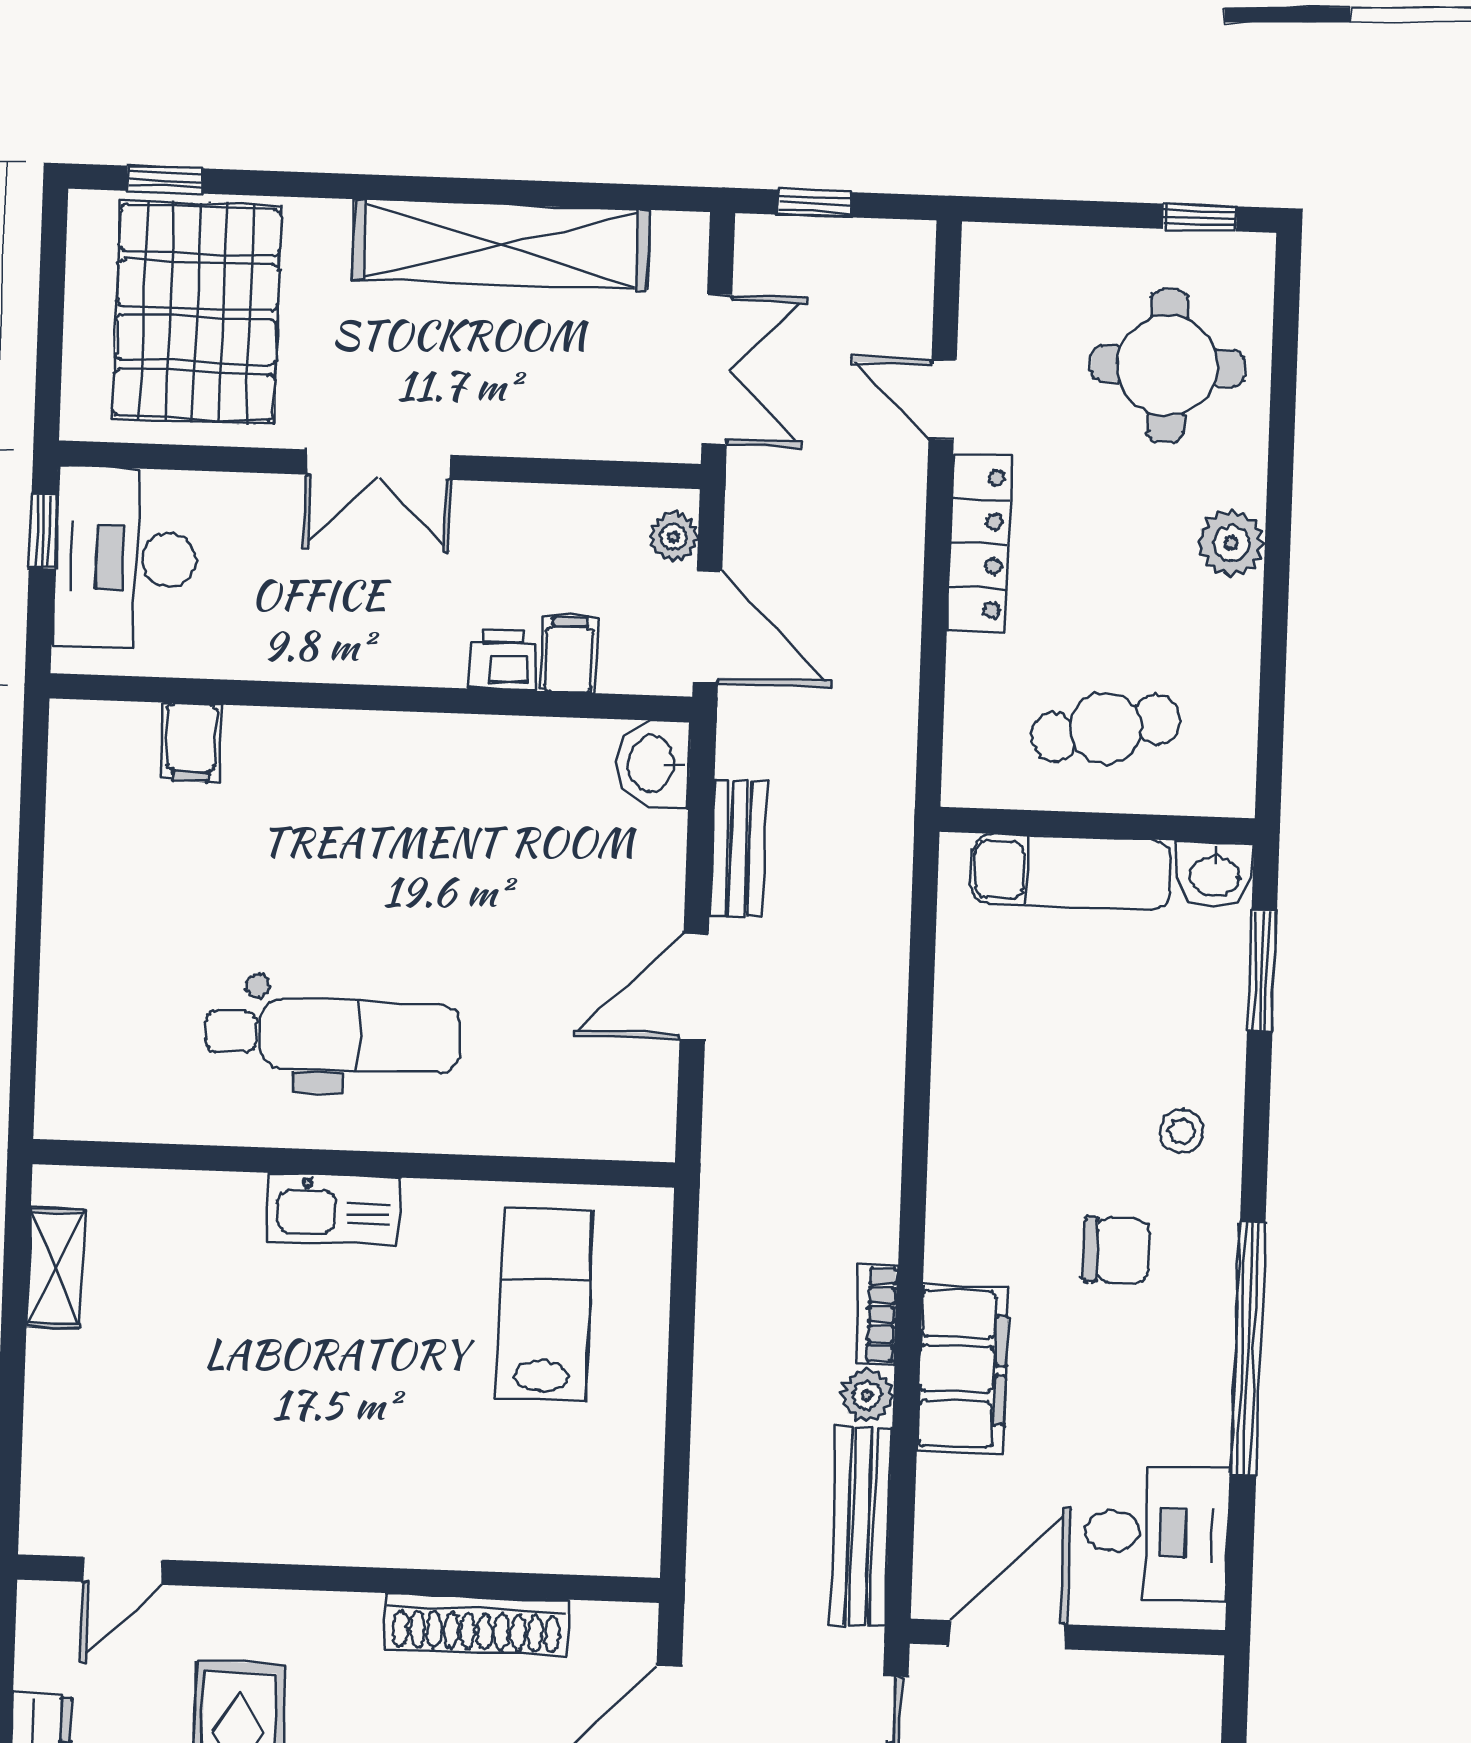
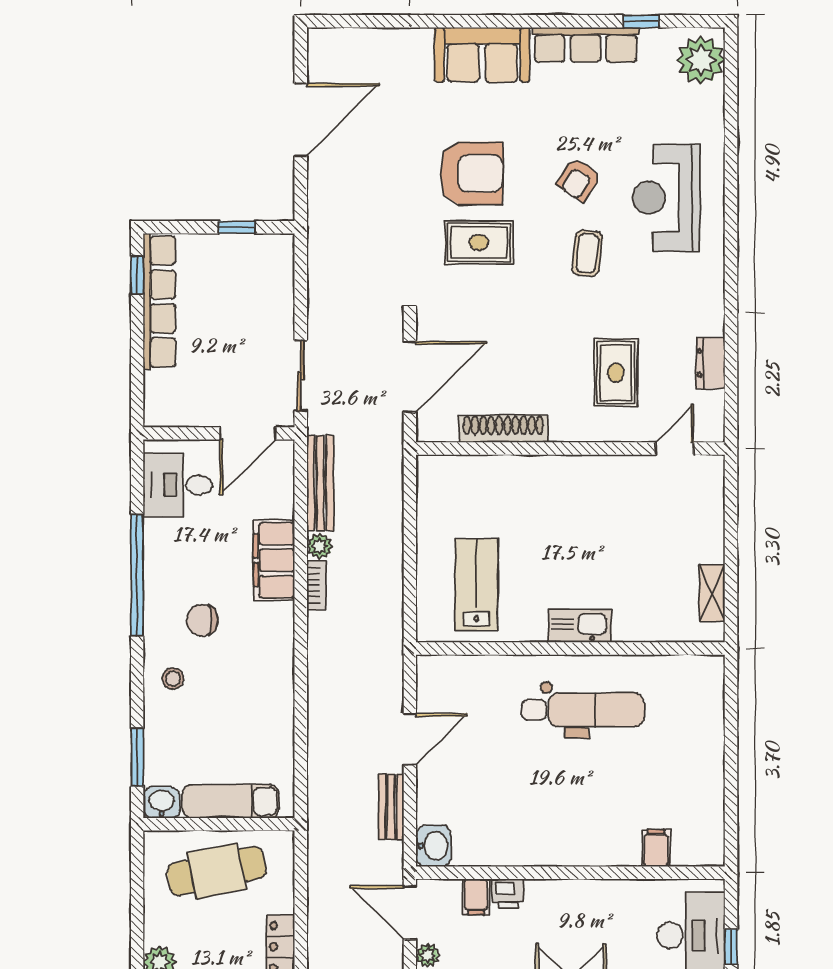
cafe table: (1105, 728) -> (217, 871), width x1.37, depth x1.35
dental chair: (332, 1035) -> (583, 710), turned 180
lab bench: (544, 1303) -> (476, 584), turned 180

